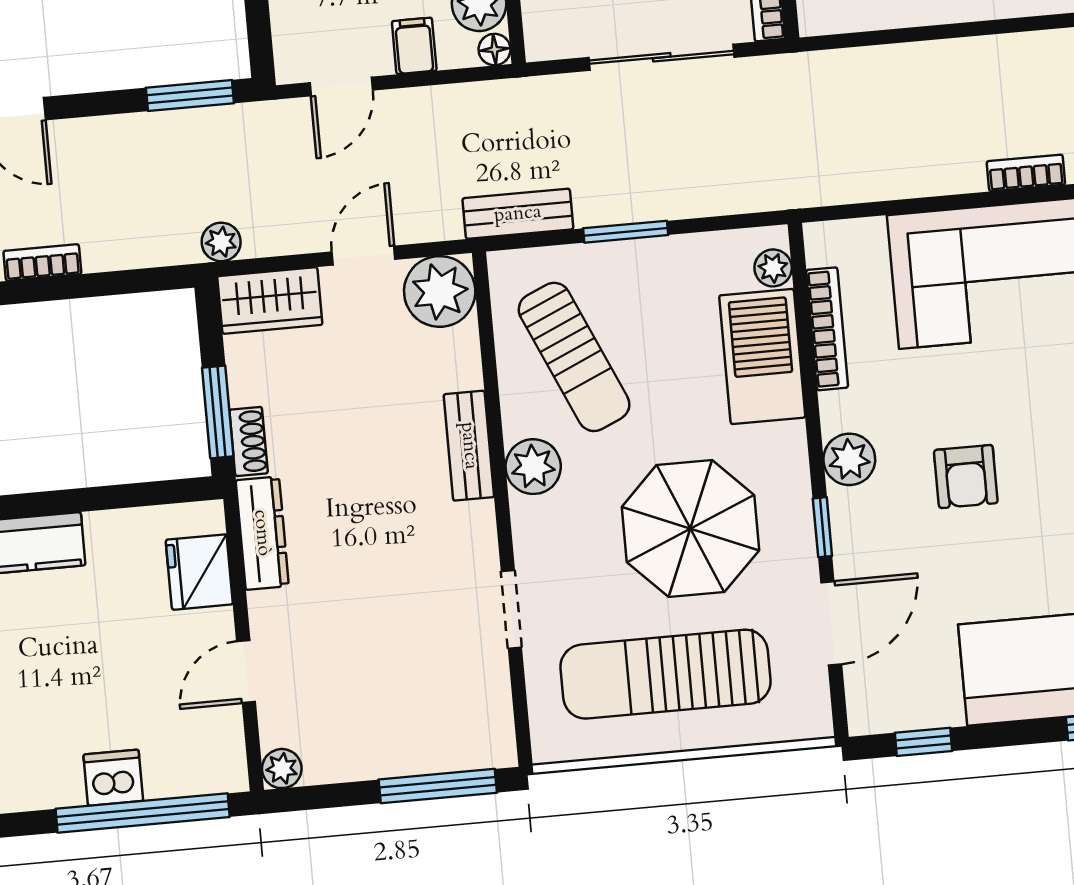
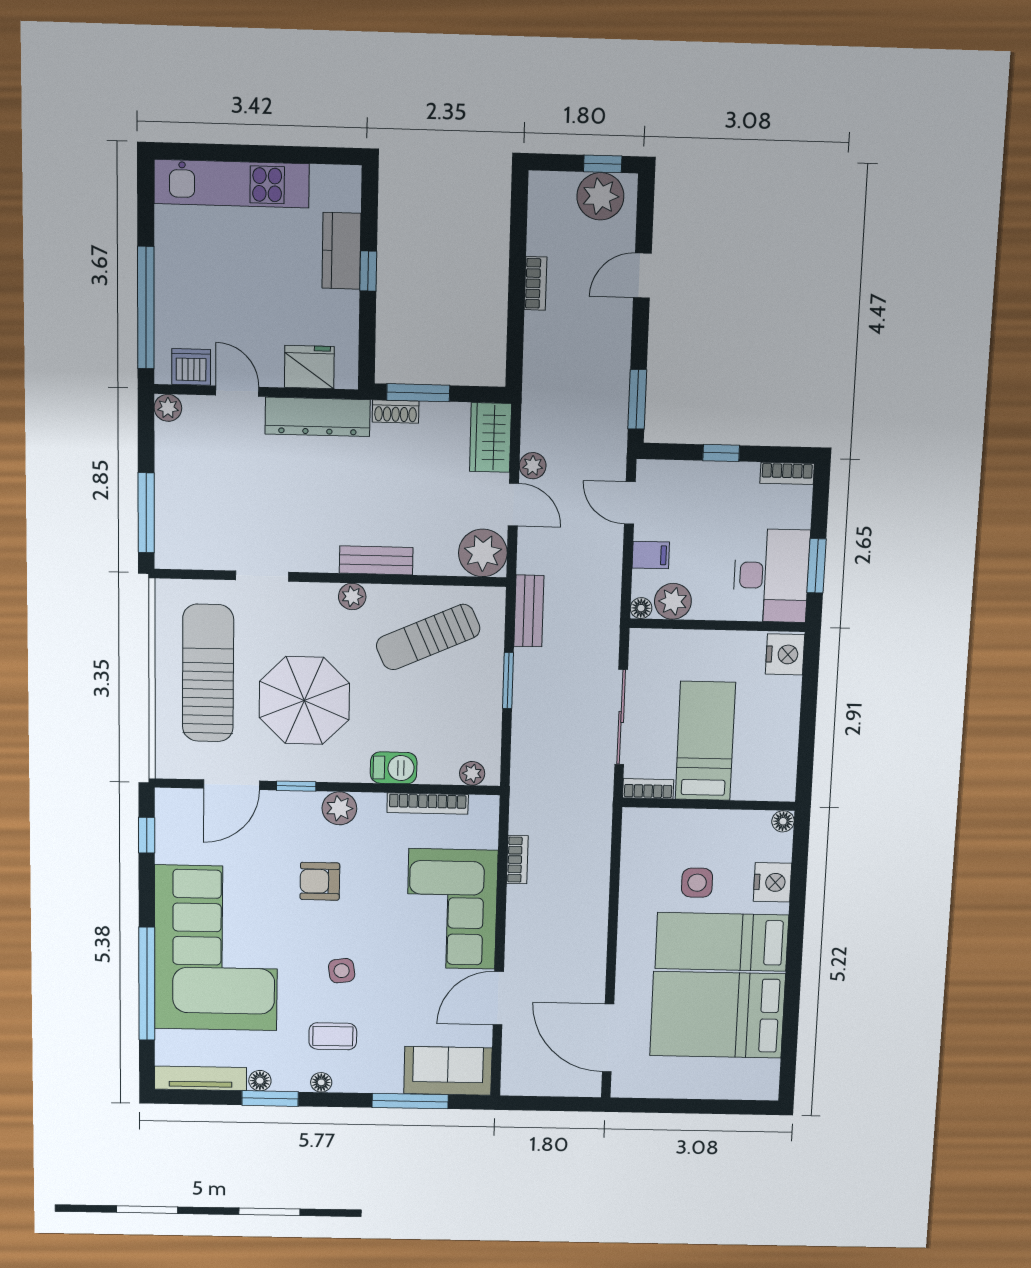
bookcase: (1026, 173) -> (517, 860), moved
plant: (221, 242) -> (533, 466), moved
barbecue: (762, 356) -> (394, 768), width x0.53, depth x0.65
plant: (533, 467) -> (352, 596), width x0.73, depth x0.73
window: (54, 502) -> (368, 271), added
dresser: (262, 533) -> (318, 417), width x1.37, depth x1.24
door: (831, 623) -> (232, 785), hinge flipped
dishwasher: (113, 778) -> (191, 367), moved, turned -90

